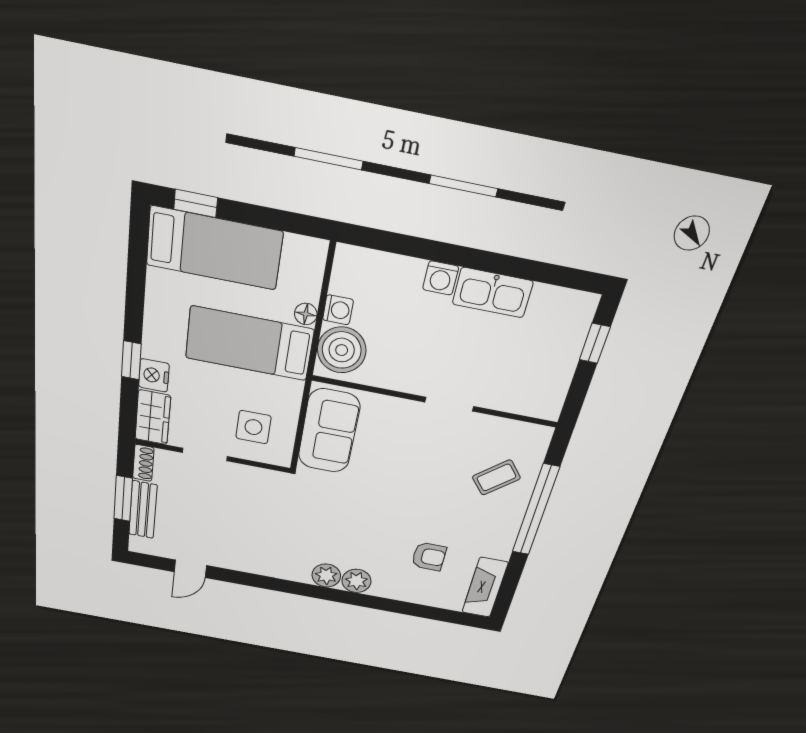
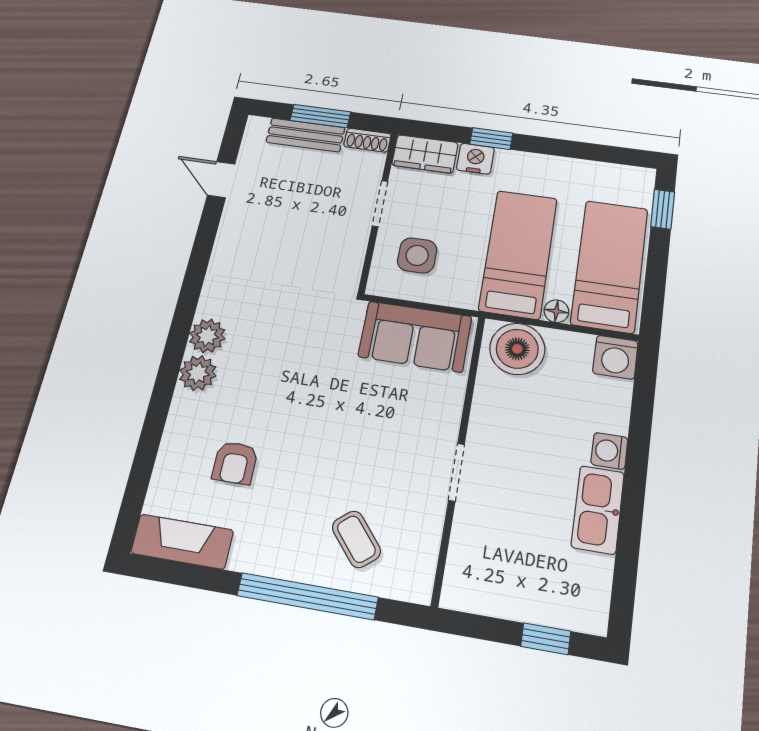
bed: (214, 248) -> (610, 266), moved, turned 180
washing machine: (338, 310) -> (615, 357), moved, width x1.38, depth x1.38

